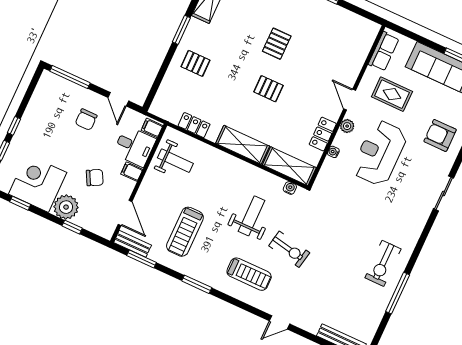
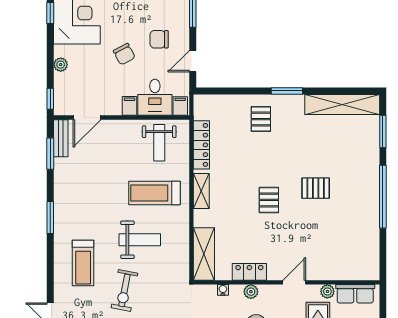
plant: (371, 74) -> (327, 291), added
locker: (194, 125) -> (201, 145), width x1.53
plant: (347, 126) -> (251, 292), moved
shelving: (243, 145) -> (201, 191), width x0.67, depth x0.75
water cooler: (333, 152) -> (223, 290), moved
chair: (95, 178) -> (124, 54), moved
water cooler: (290, 188) -> (183, 264), removed
plant: (66, 207) -> (61, 65), width x0.53, depth x0.53
window: (72, 227) -> (50, 99), moved
treadmill: (185, 232) -> (154, 193), moved

